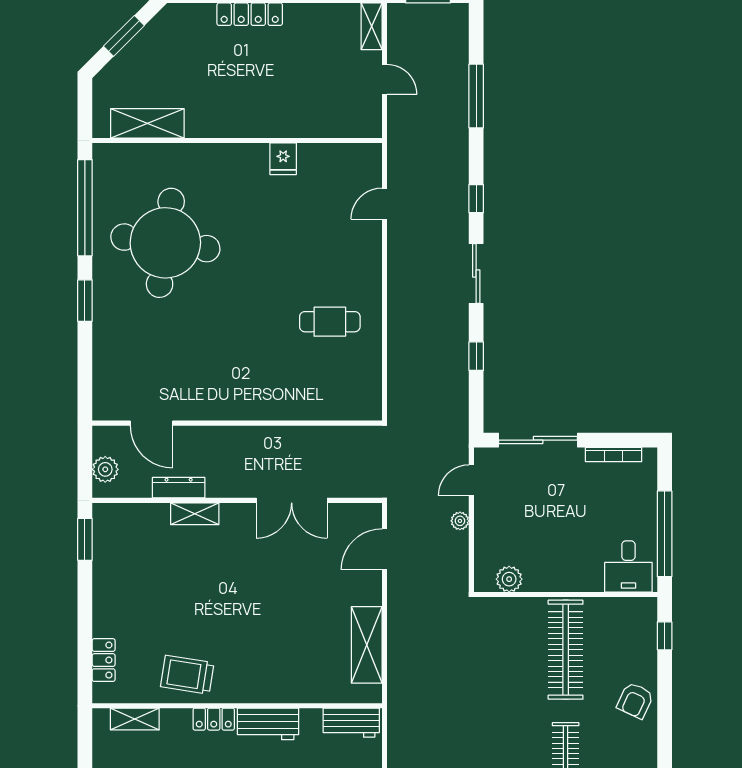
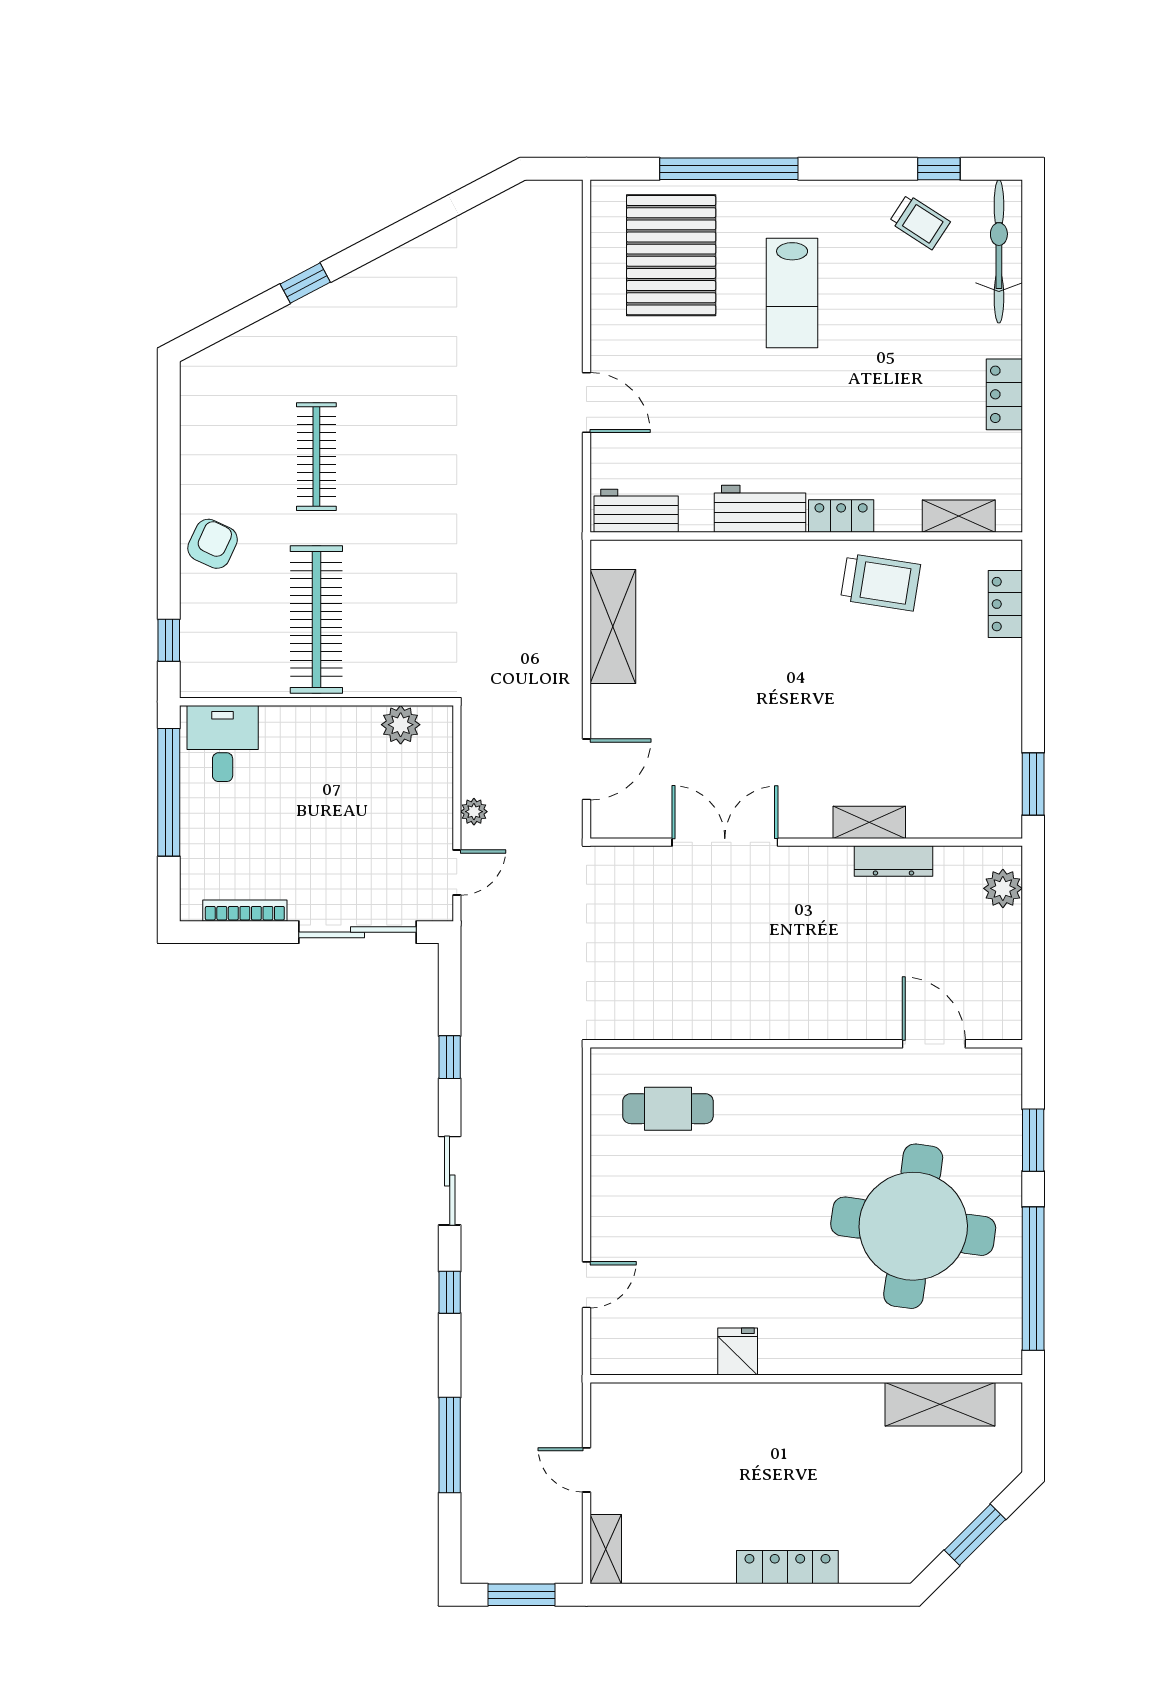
door: (151, 423) -> (934, 1044), moved
wall: (237, 423) -> (806, 1044), moved

